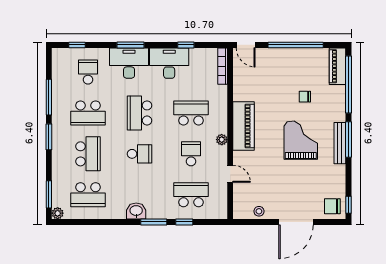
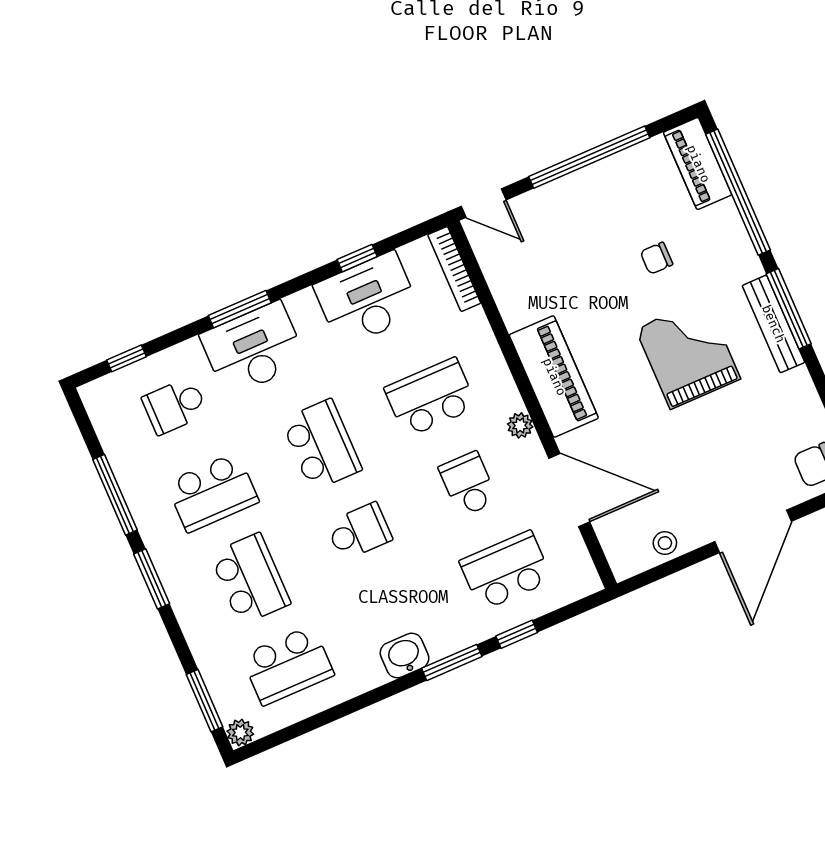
desk: (169, 63) -> (367, 299), moved
school desk: (88, 72) -> (175, 406), turned -90
school desk: (140, 113) -> (321, 445), turned 180
door: (230, 174) -> (569, 490), width x1.87

